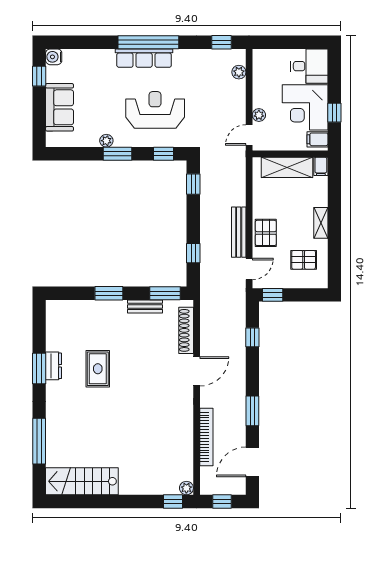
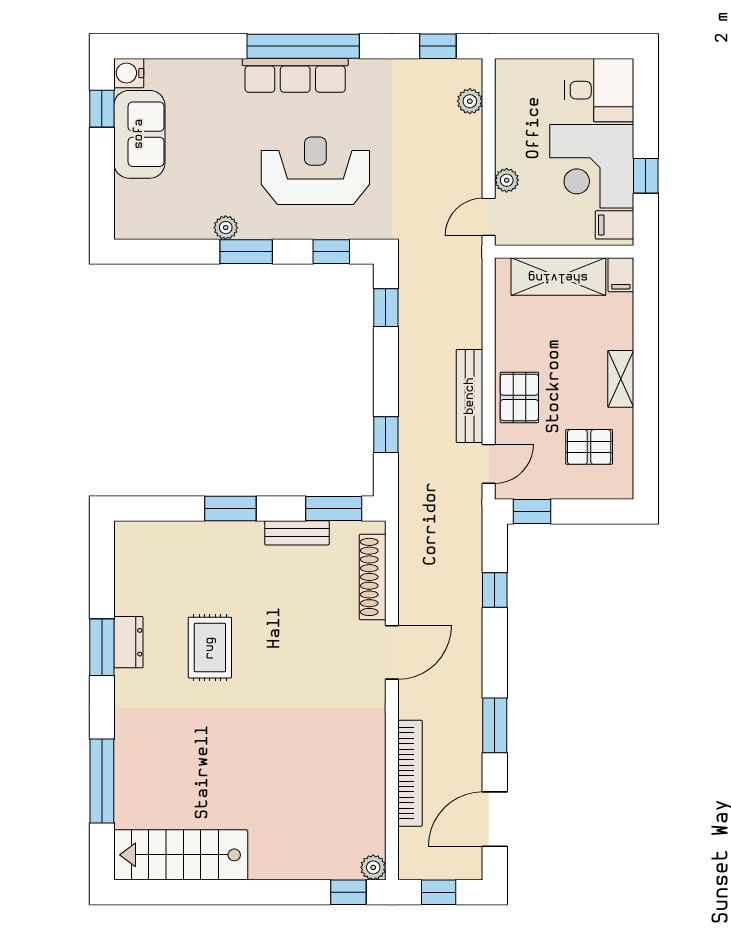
sofa: (59, 107) -> (139, 134), moved

